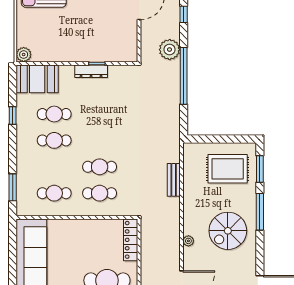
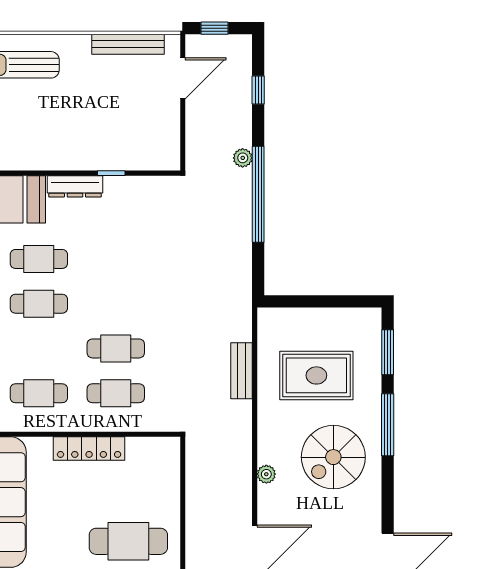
plant: (170, 50) -> (243, 158), width x0.53, depth x0.53
dresser: (91, 71) -> (75, 186), moved
rug: (228, 169) -> (316, 375), moved
locker: (131, 240) -> (89, 449), moved, turned -90

